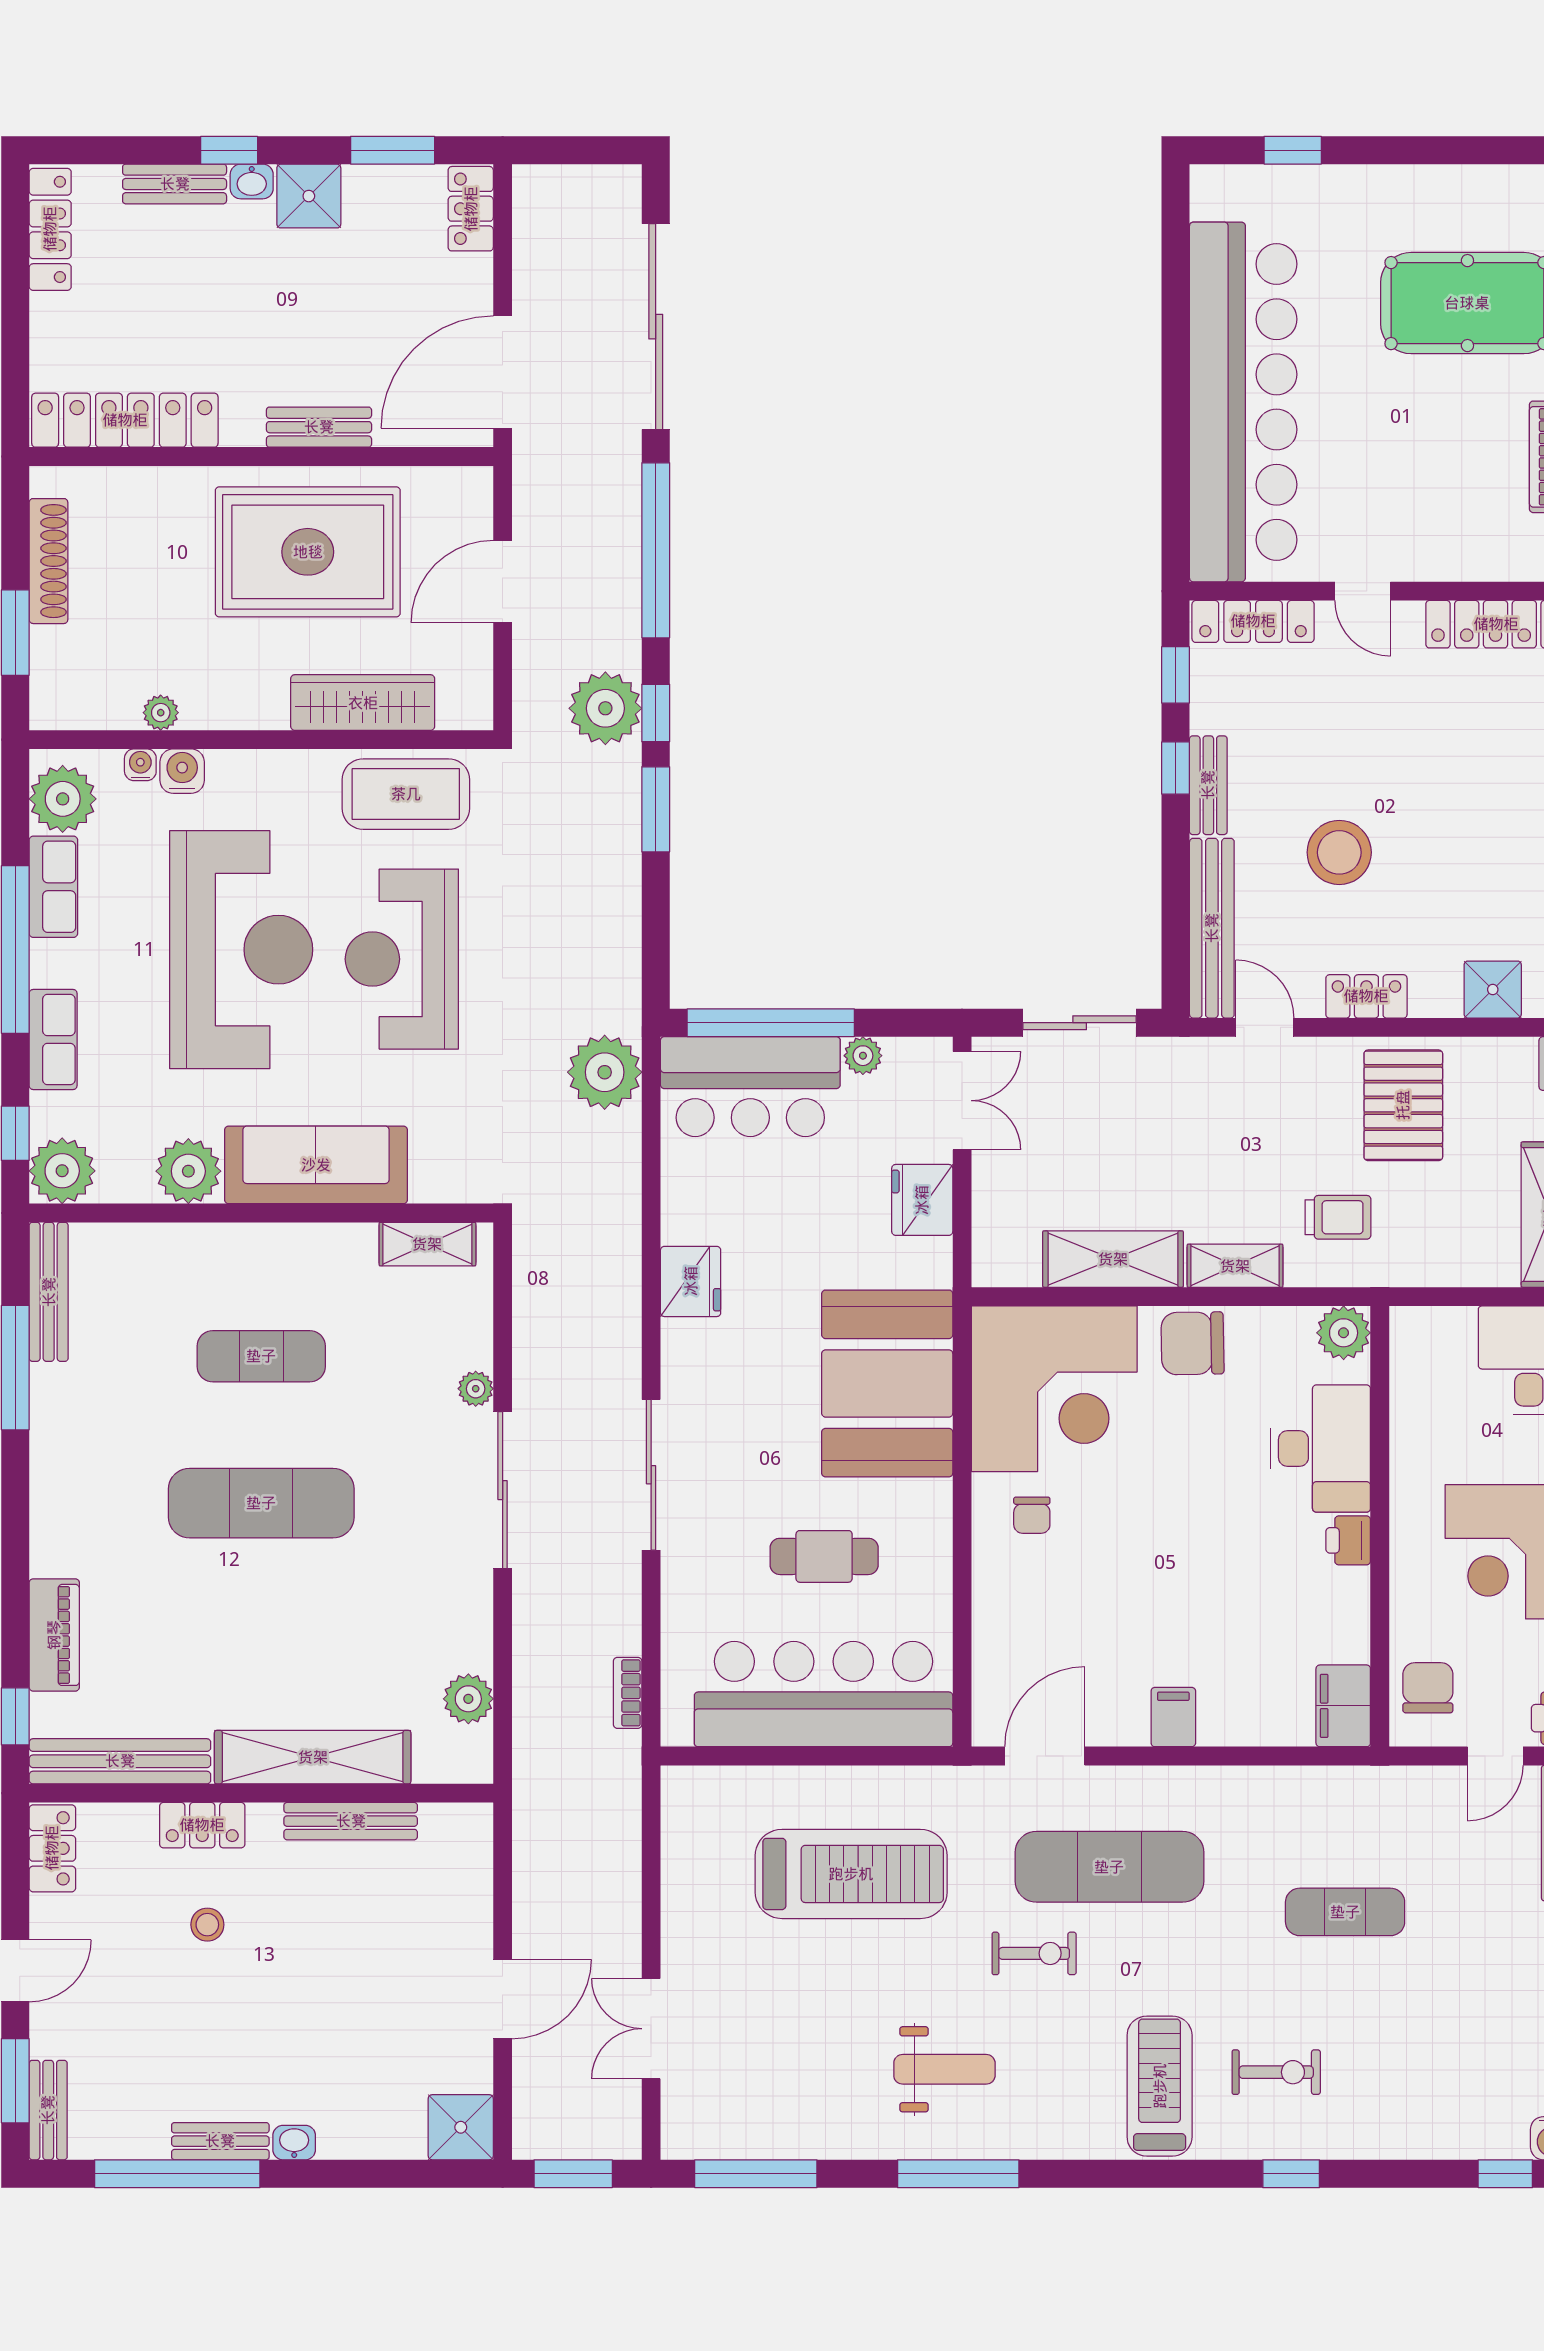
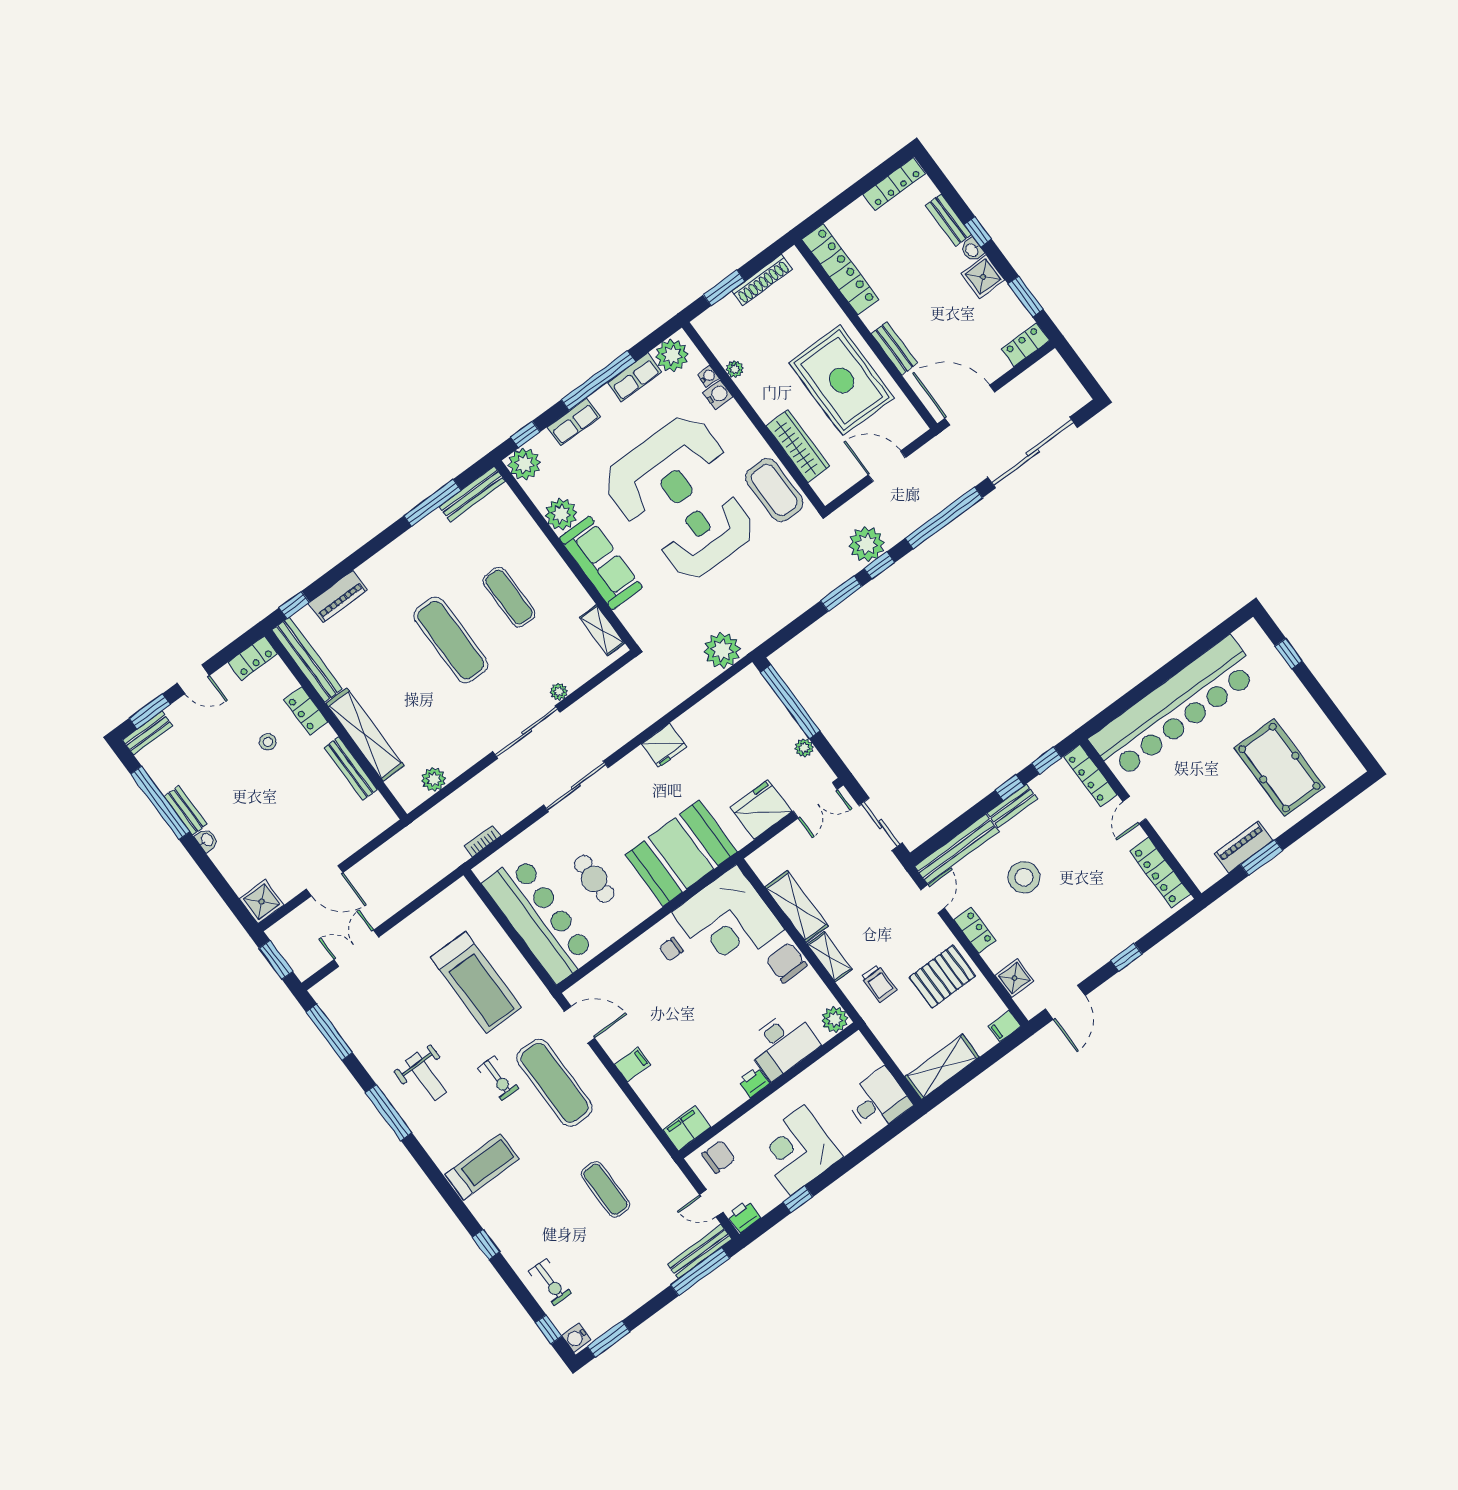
bar counter: (750, 1087) -> (759, 712), removed
fridge: (922, 1200) -> (761, 809), width x1.36, depth x1.34
exercise bike: (1276, 2072) -> (550, 1282), moved

